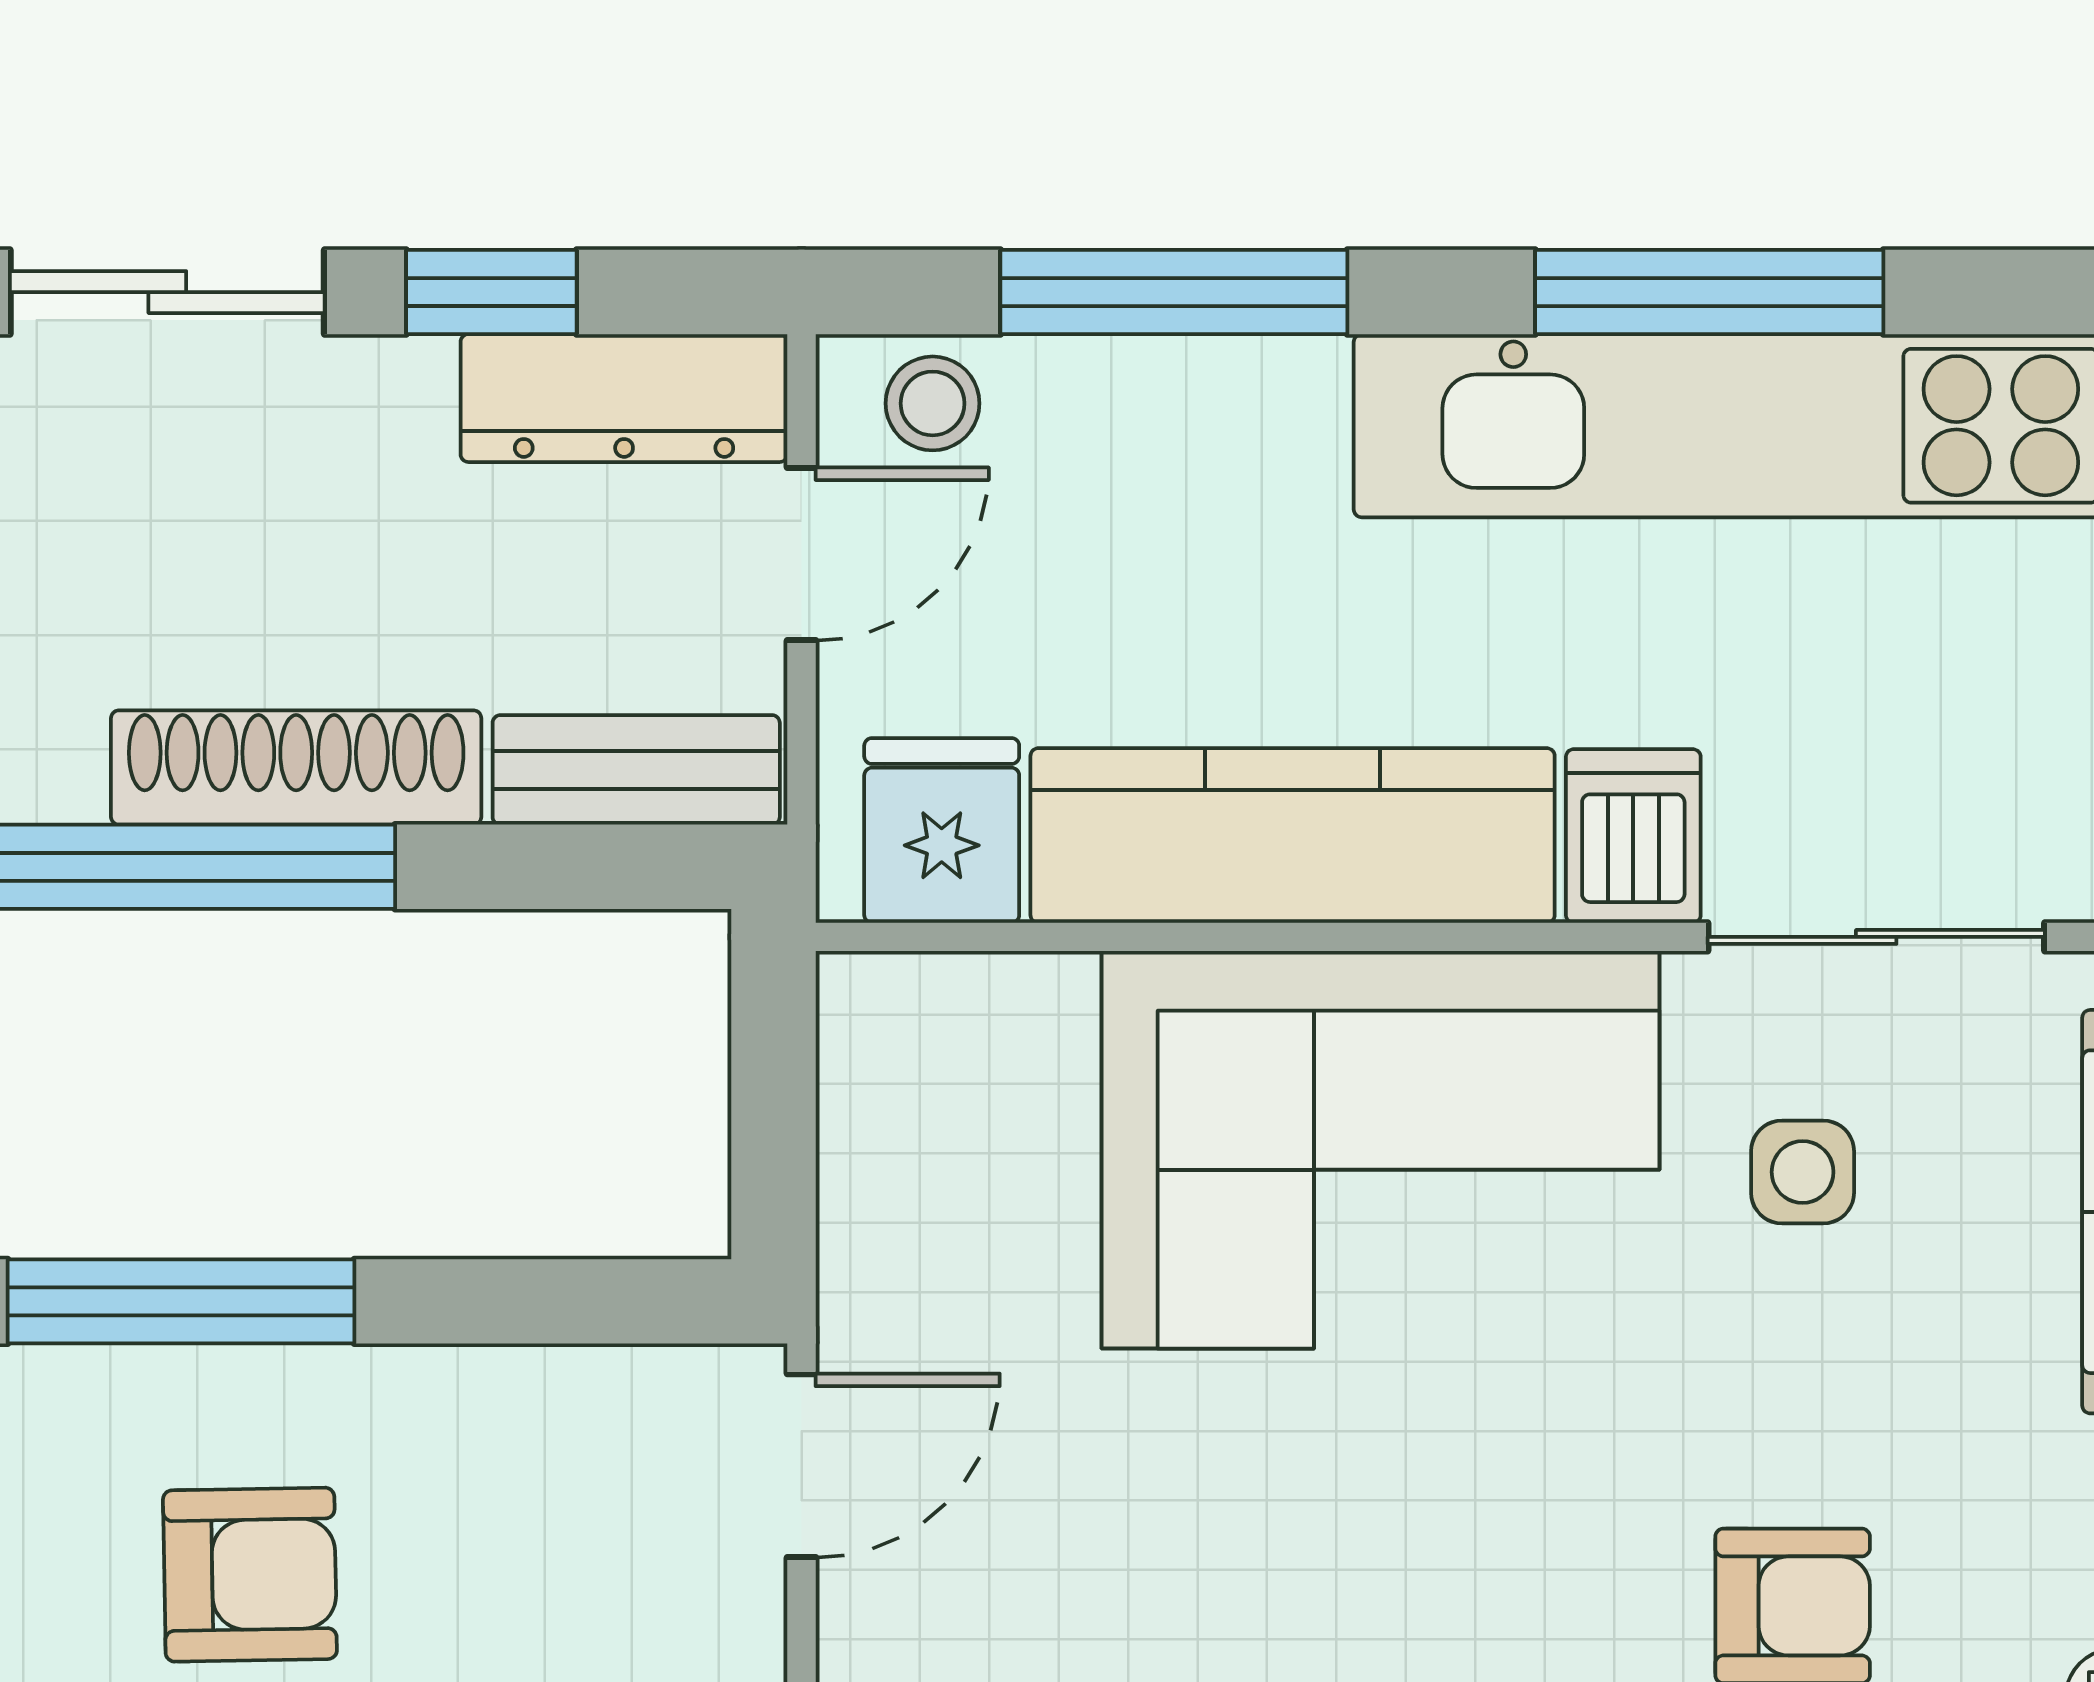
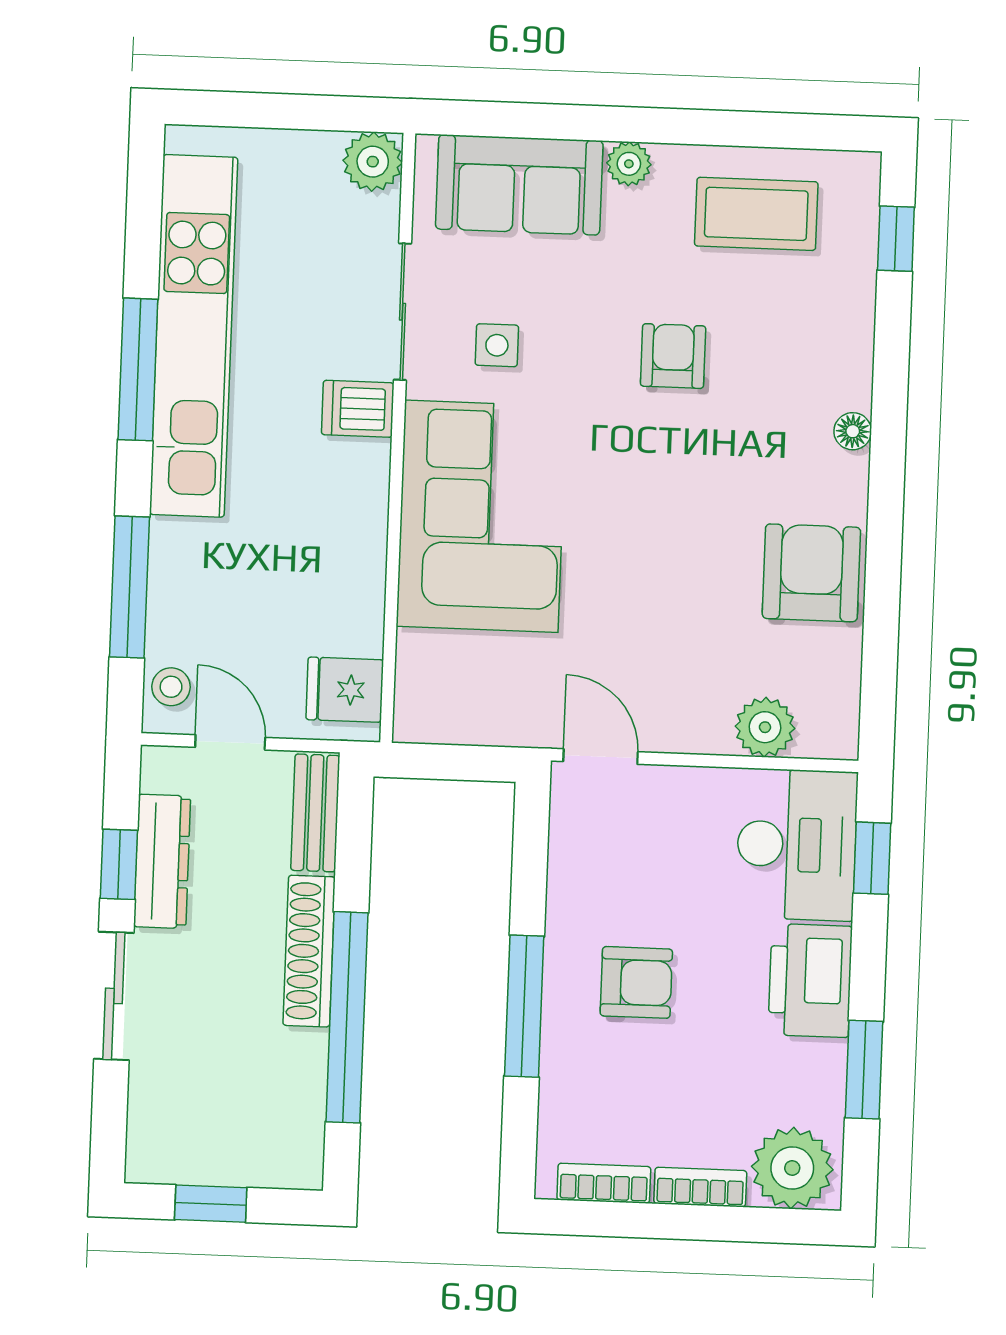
dresser: (624, 398) -> (162, 861), moved
kitchen counter: (1293, 836) -> (352, 547), removed
armchair: (250, 1575) -> (636, 982), turned 91

